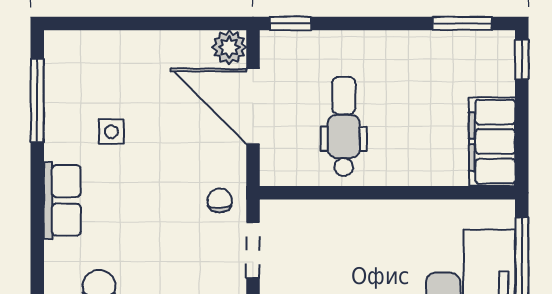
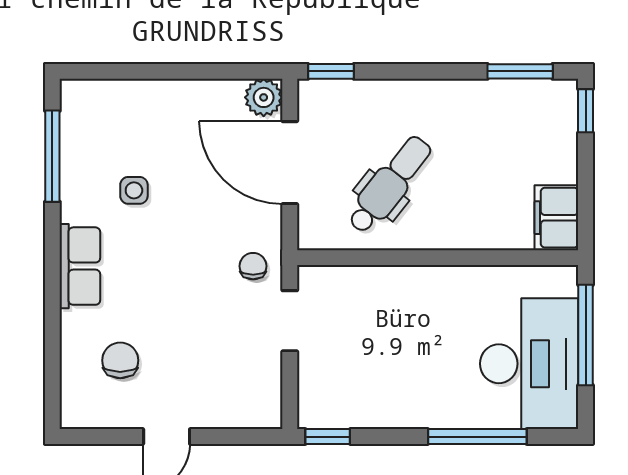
dental chair: (344, 126) -> (390, 185), turned 38
filing cabinet: (492, 142) -> (556, 218), width x0.67, depth x0.86

